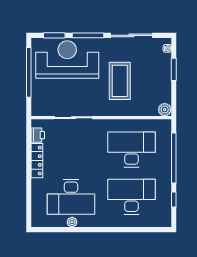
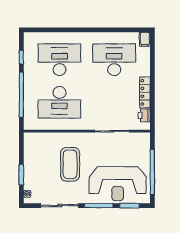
plant: (165, 110) -> (29, 138), removed
desk: (131, 197) -> (59, 60), turned 180
filing cabinet: (37, 219) -> (145, 39), added
plant: (72, 222) -> (113, 37), removed

